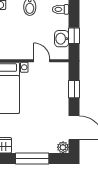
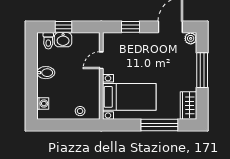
window: (74, 36) -> (63, 27), moved
washbasin: (62, 39) -> (63, 40), moved

